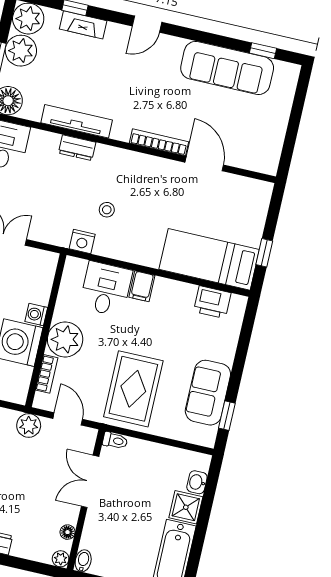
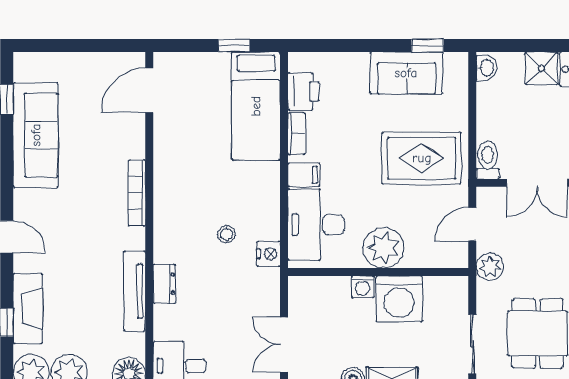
fireplace: (83, 25) -> (28, 309), width x1.37, depth x1.32
door: (204, 164) -> (149, 90), moved
desk: (106, 289) -> (316, 225), width x1.37
bookcase: (47, 374) -> (296, 134), moved, turned 90
toilet: (115, 441) -> (488, 160), width x1.37, depth x1.39
washbasin: (197, 482) -> (486, 68), moved, turned -90

